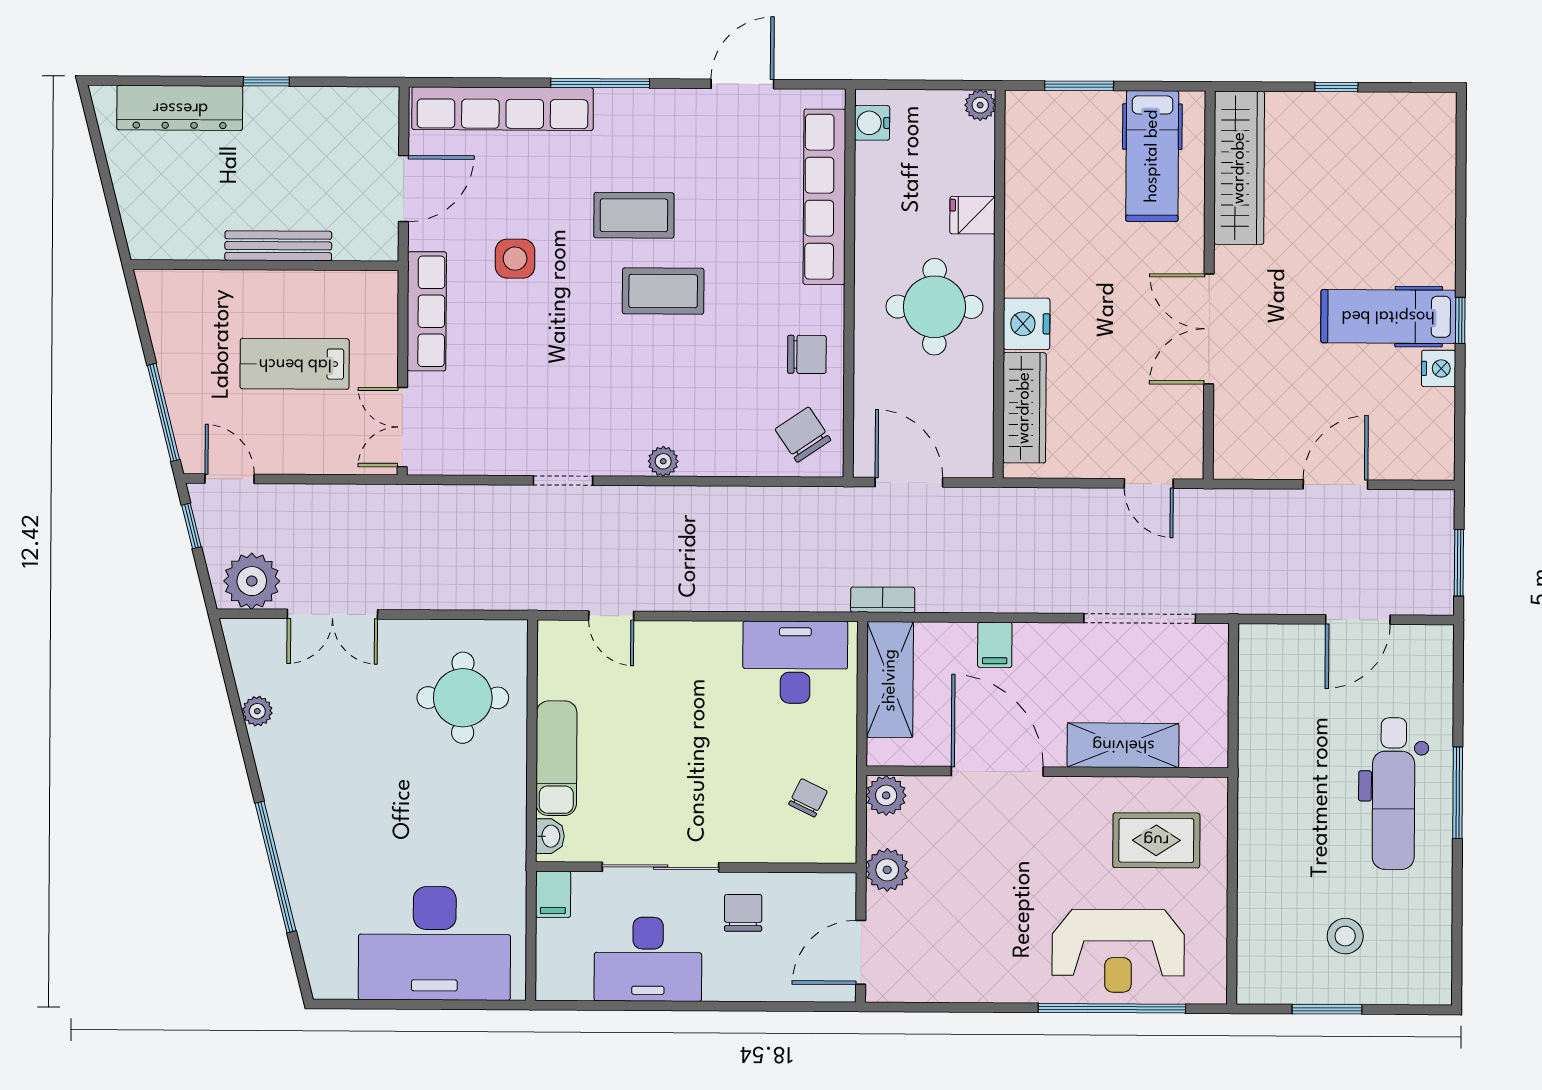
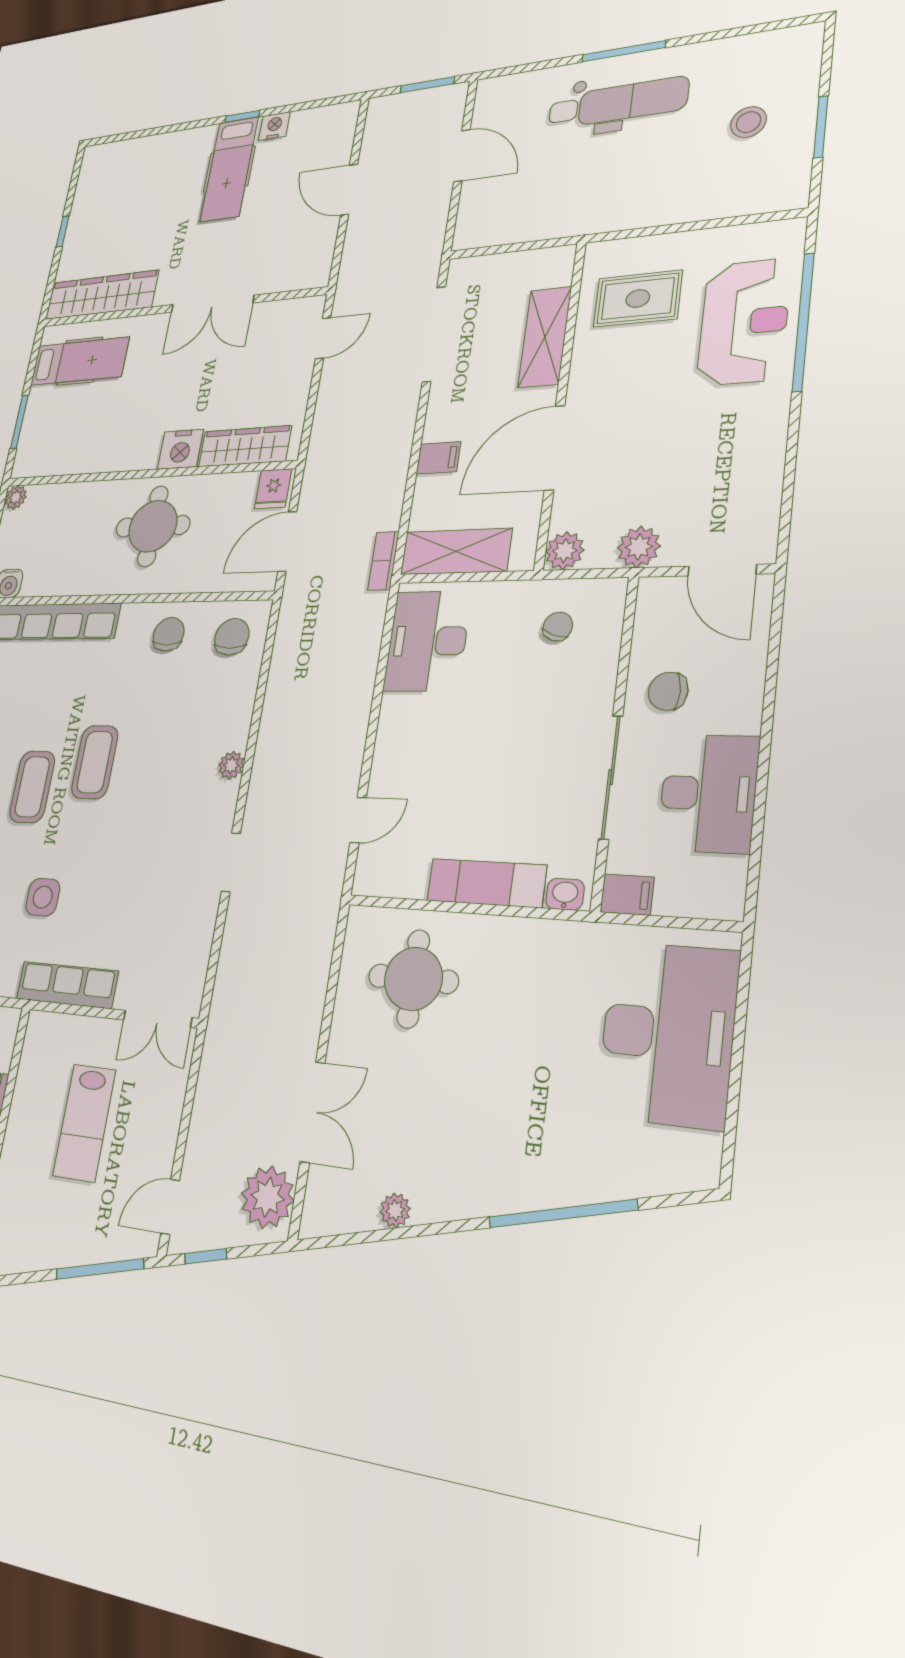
fridge: (973, 215) -> (273, 489), moved
chair: (803, 435) -> (232, 637), turned 124
chair: (808, 798) -> (558, 627), turned 82
rug: (1156, 840) -> (638, 299), turned 90

